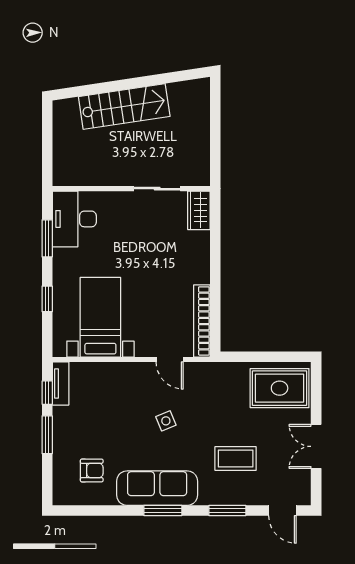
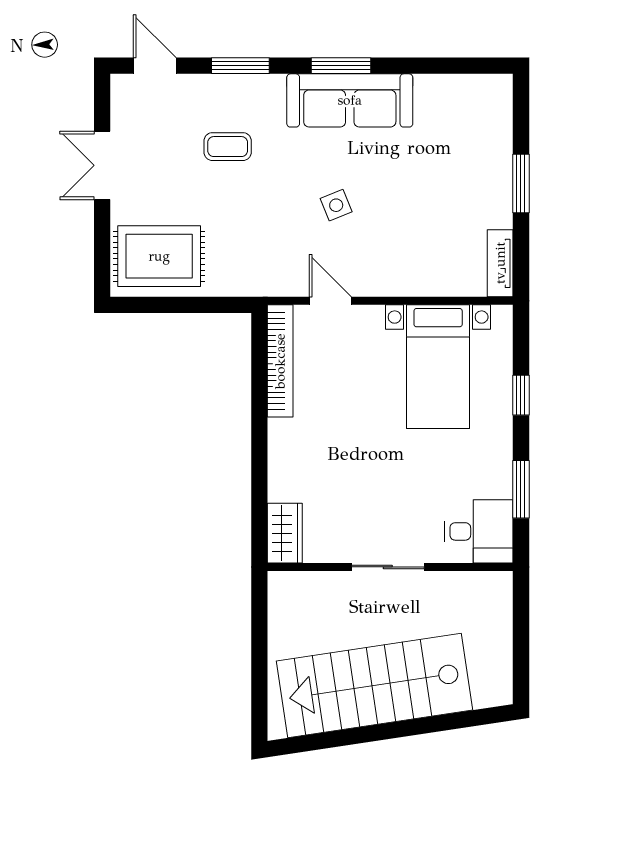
stairs: (124, 106) -> (374, 685), width x1.36, depth x1.51
sliding door: (157, 189) -> (388, 567), moved
desk: (74, 219) -> (479, 531), width x0.73
window: (47, 393) -> (521, 249), removed
double door: (316, 446) -> (102, 165), swing flipped
coffee table: (236, 458) -> (228, 147), width x0.73, depth x0.77
armchair: (92, 470) -> (452, 128), removed

